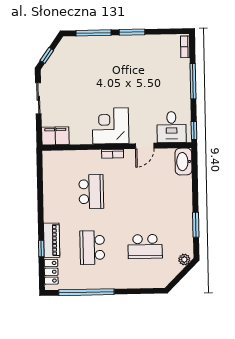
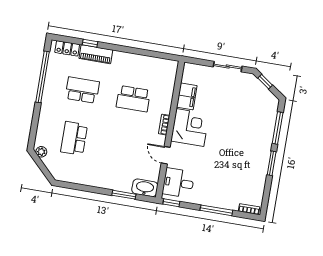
filing cabinet: (55, 136) -> (187, 96), moved
window: (196, 225) -> (124, 195), moved
plant: (184, 260) -> (41, 152), moved

